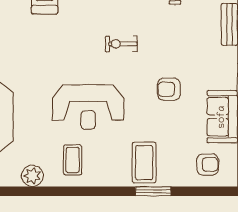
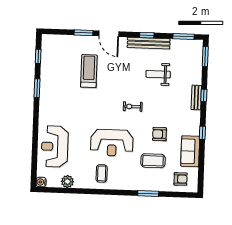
coffee table: (144, 163) -> (153, 161), moved, turned 90
plant: (32, 176) -> (67, 182), moved

